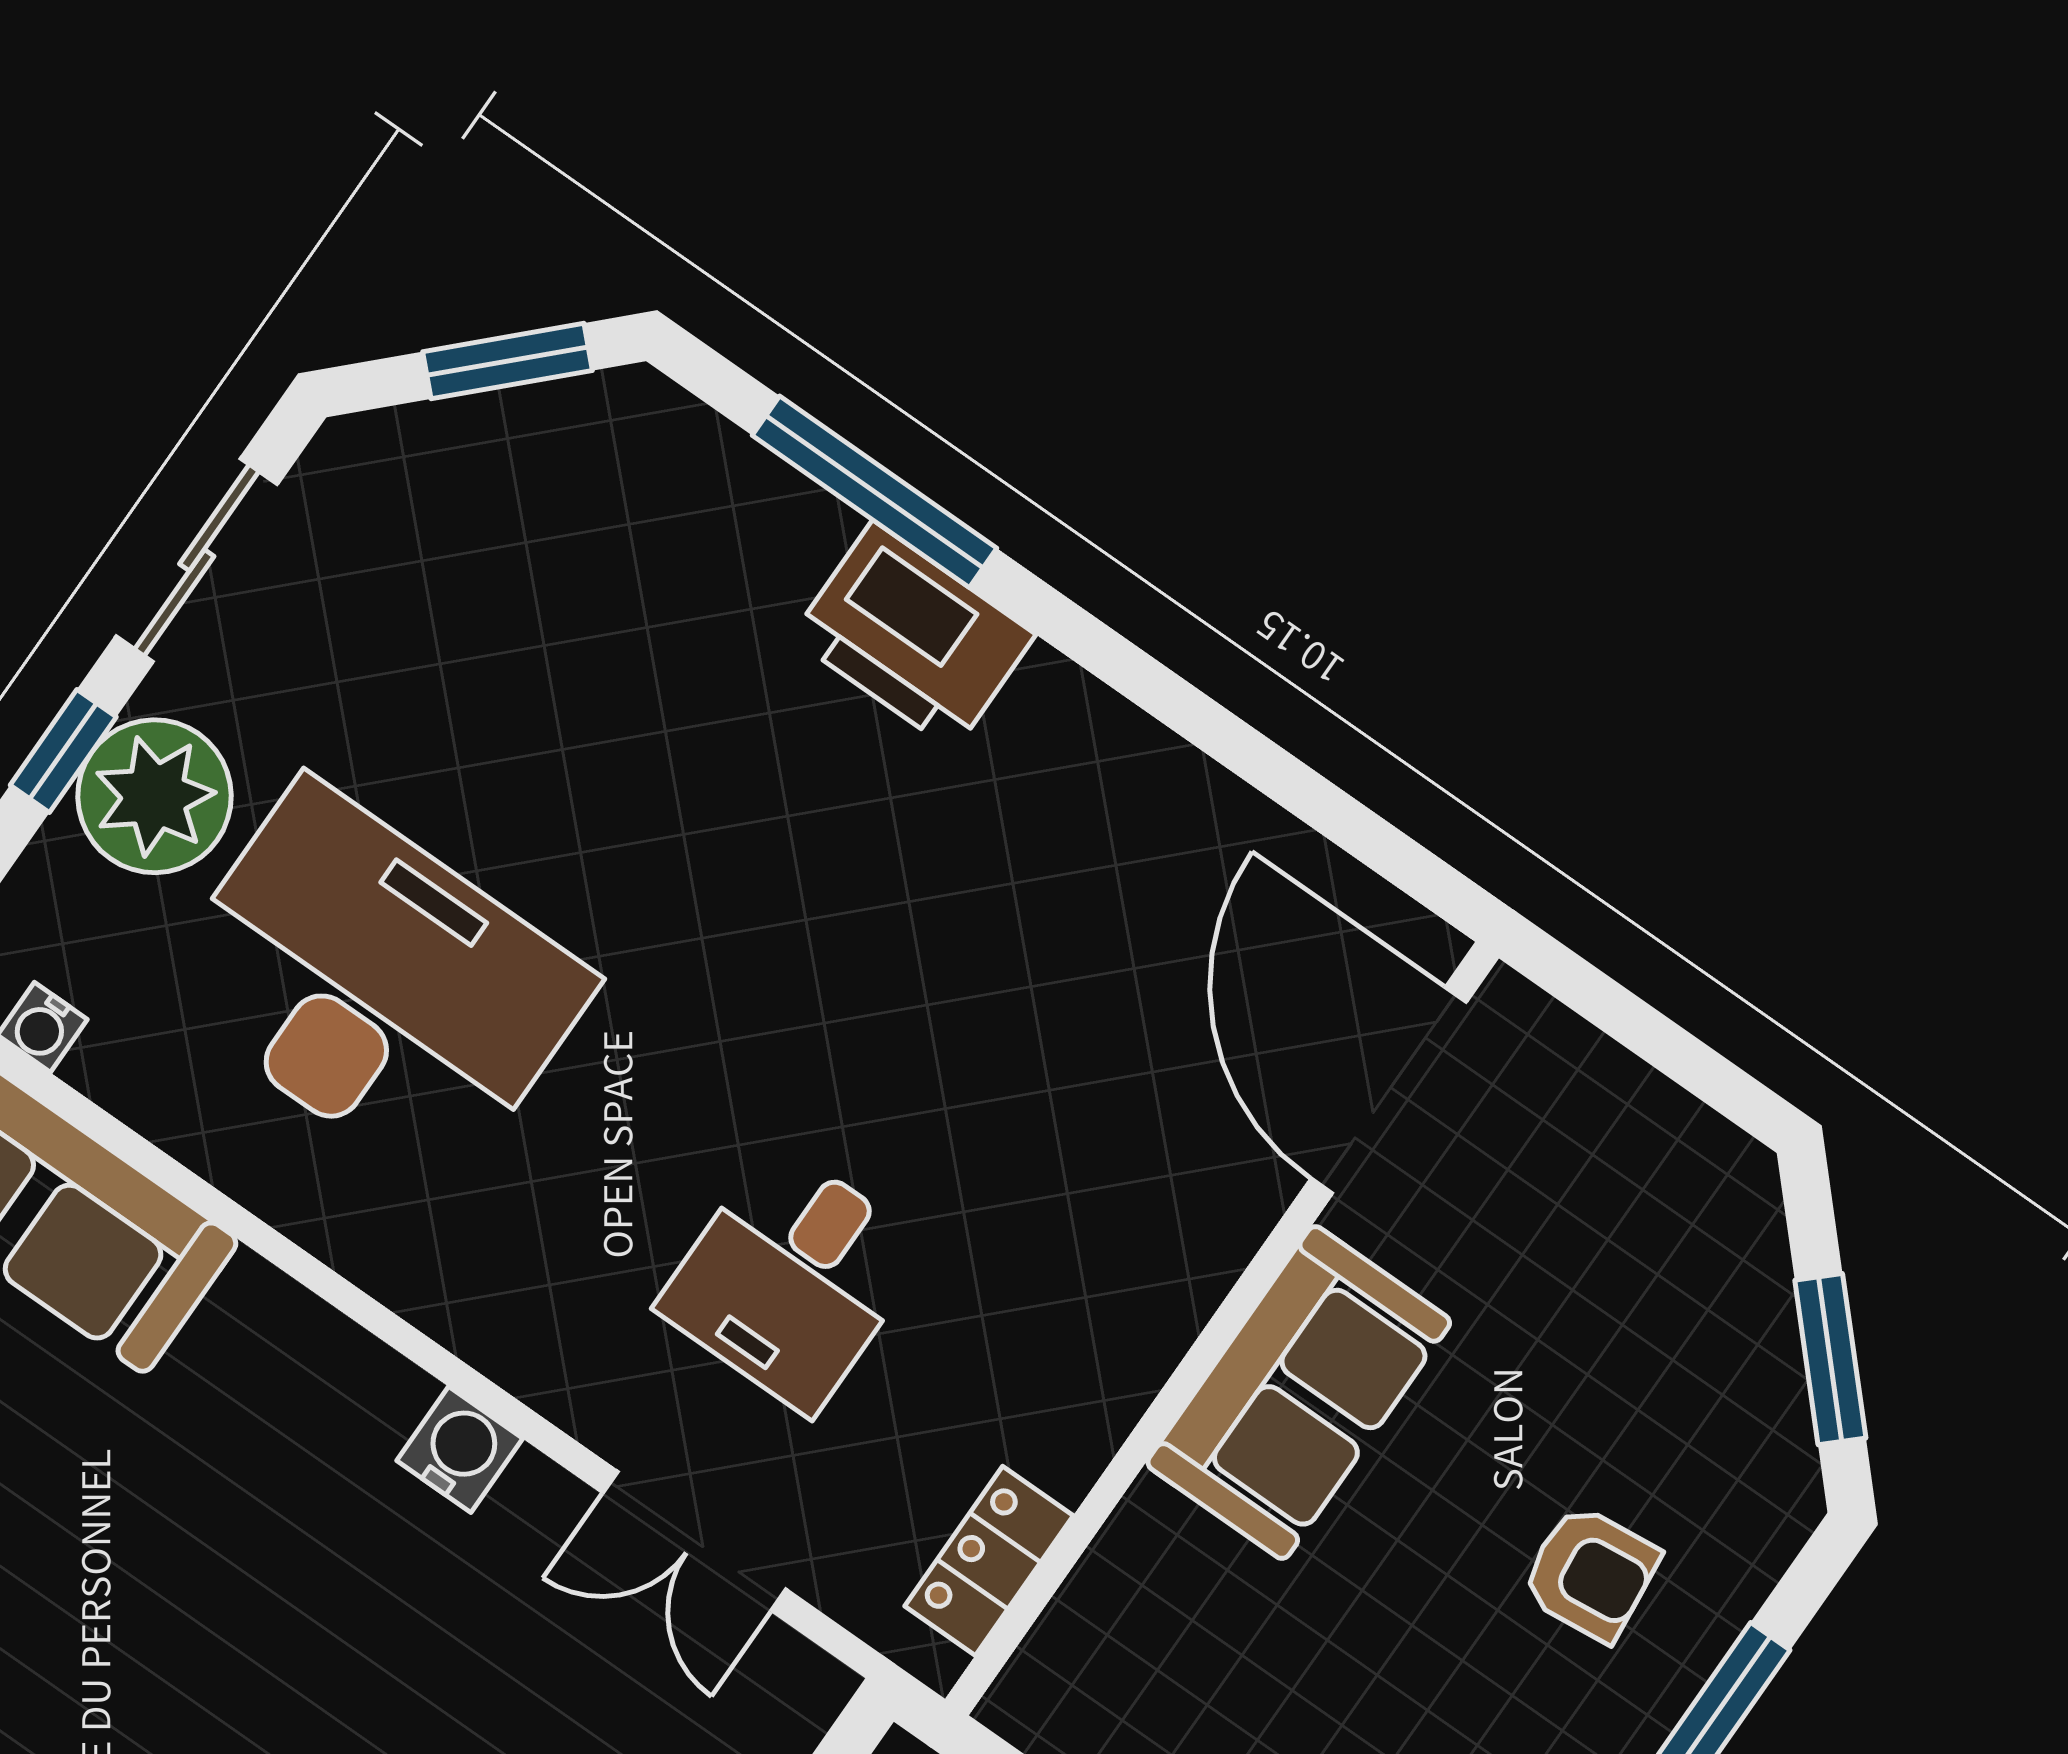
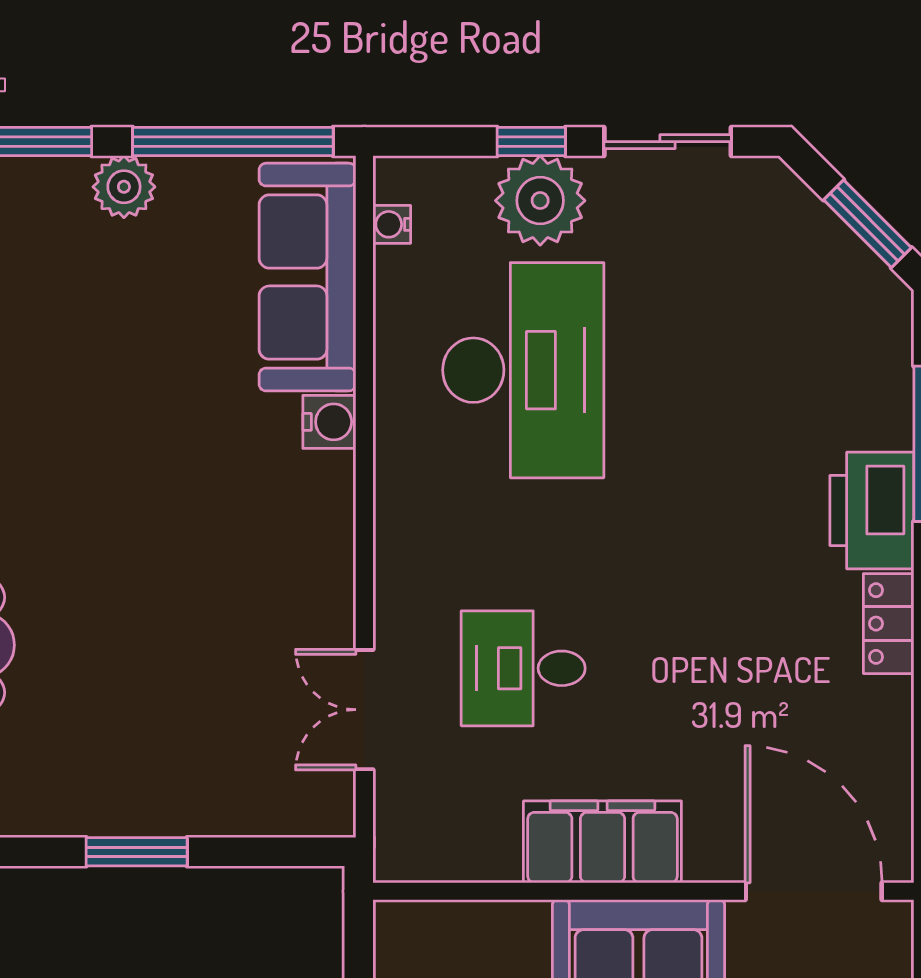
door: (1389, 1090) -> (814, 891), hinge flipped
filing cabinet: (1113, 1337) -> (602, 842), added
water cooler: (460, 1450) -> (329, 422), moved
locker: (989, 1561) -> (889, 624), moved, turned -90

